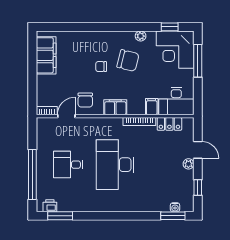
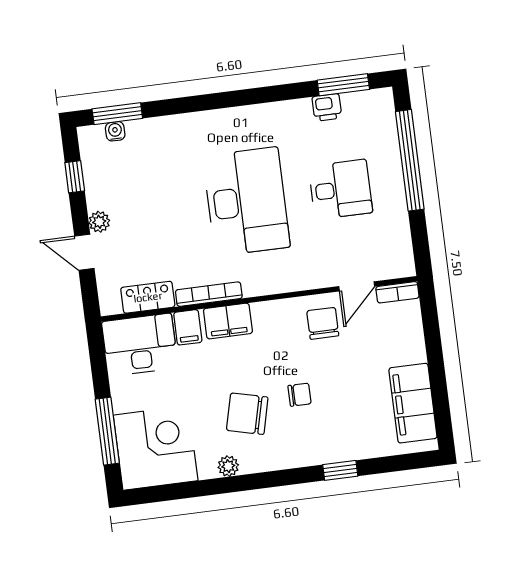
window: (170, 27) -> (340, 470), moved
filing cabinet: (115, 107) -> (228, 321), moved
printer: (50, 206) -> (327, 107), moved

